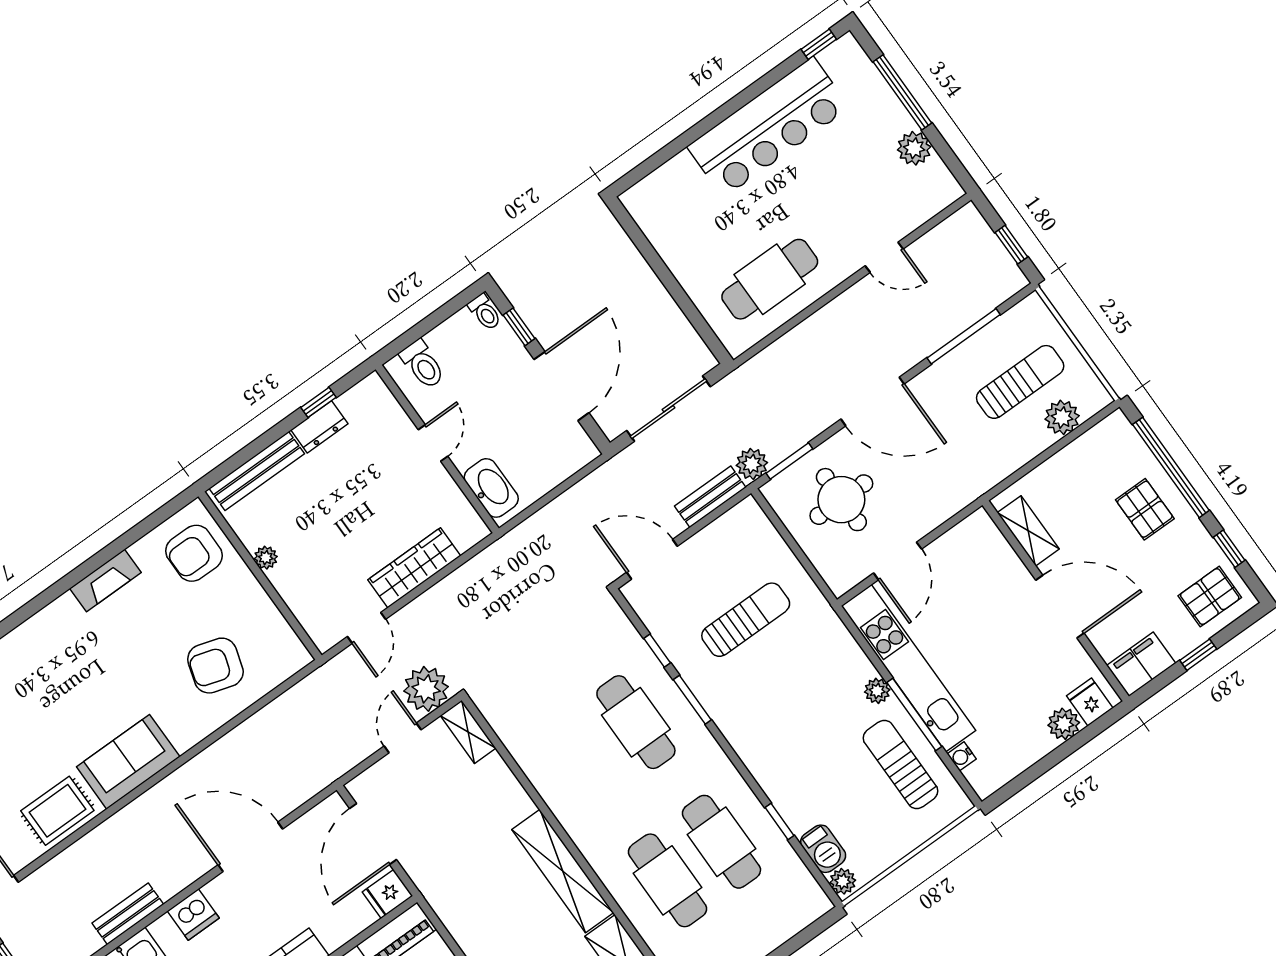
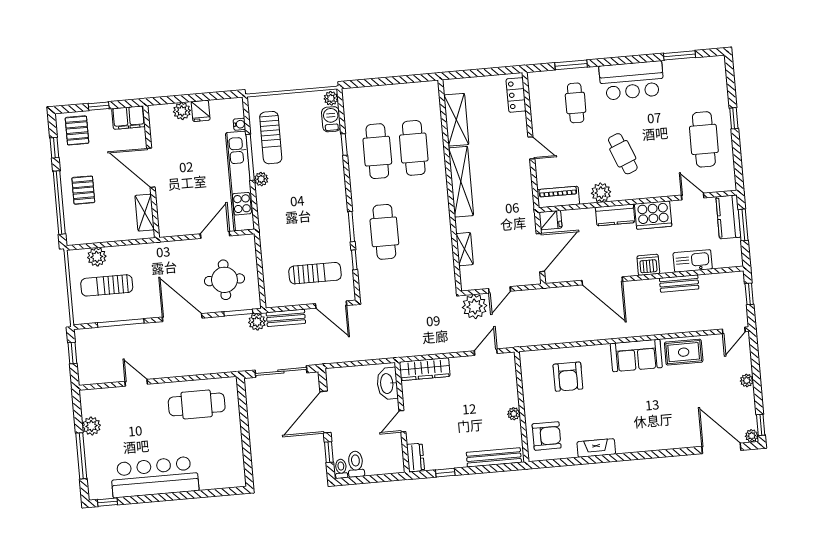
toilet: (422, 364) -> (356, 464), moved
dresser: (319, 427) -> (415, 457), moved, turned 90
wardrobe: (414, 568) -> (425, 369), moved
pallet: (1210, 597) -> (77, 130), turned 90
sun lounger: (746, 620) -> (315, 273), moved, turned 180
armchair: (215, 666) -> (568, 377), turned 73
fridge: (1090, 702) -> (201, 111), moved
shelving: (468, 732) -> (465, 249), moved

